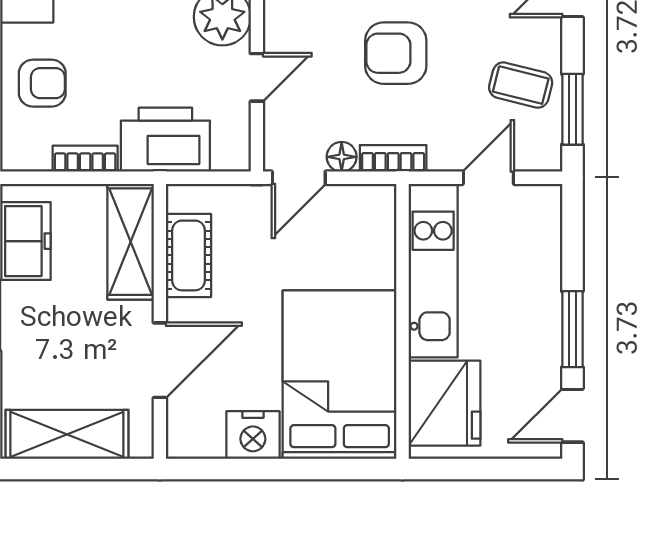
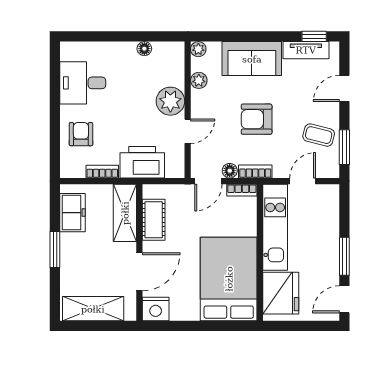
armchair: (42, 83) -> (81, 134), turned -90
bookcase: (366, 196) -> (242, 190), added
nightstand: (253, 435) -> (156, 309), moved

